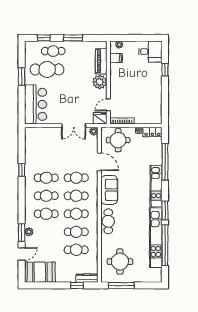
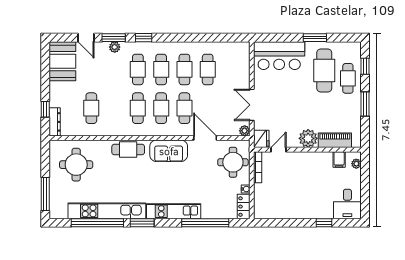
door: (108, 105) -> (278, 150), hinge flipped
door: (99, 162) -> (205, 138), swing flipped
window: (22, 170) -> (144, 38), moved
cafe table: (76, 232) -> (208, 69), moved
window: (121, 285) -> (45, 194), moved

